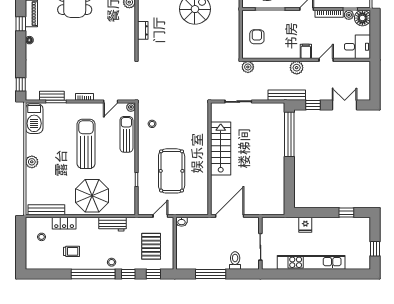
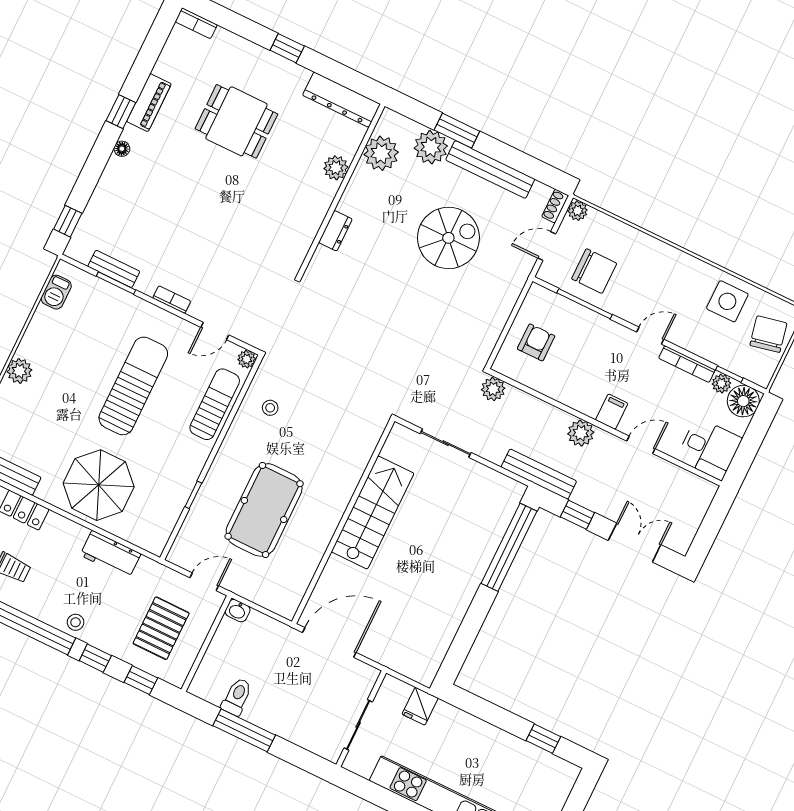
barbecue: (34, 119) -> (56, 292), width x0.53, depth x0.65
fridge: (305, 225) -> (420, 706), moved
toilet: (235, 260) -> (237, 697), moved

